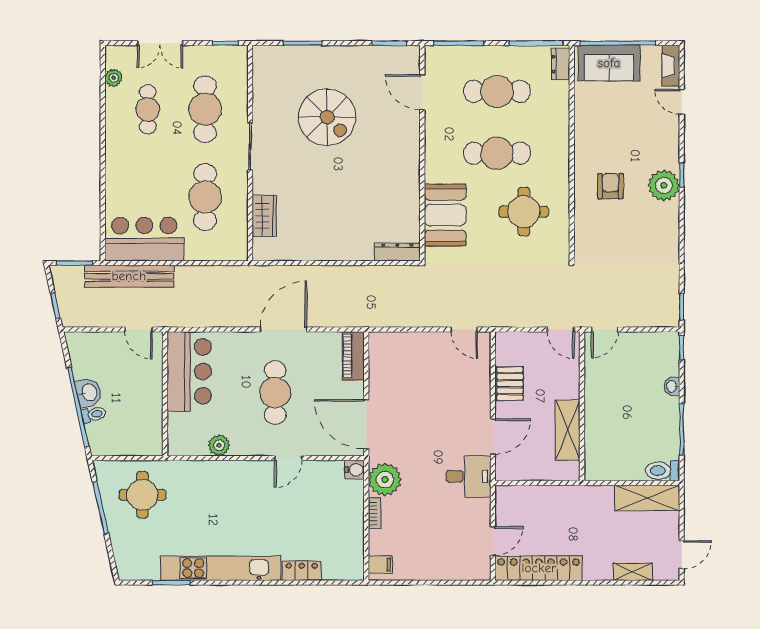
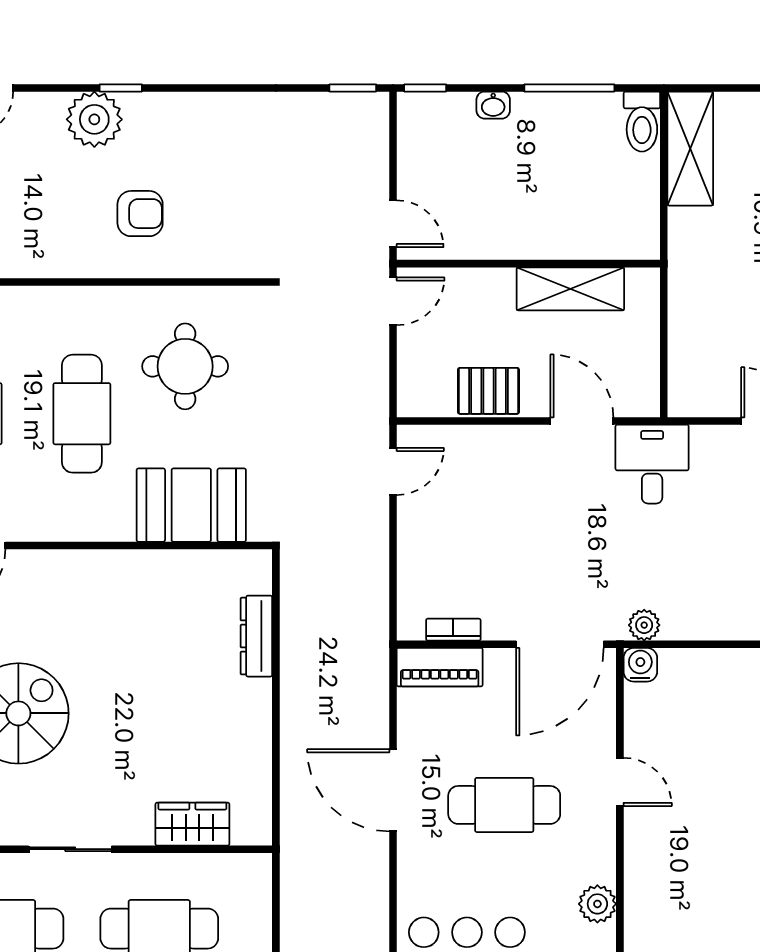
plant: (664, 185) -> (94, 119), moved
armchair: (610, 186) -> (140, 214), turned 180
dresser: (397, 252) -> (256, 636), moved
plant: (385, 480) -> (644, 625), width x0.53, depth x0.53
bookcase: (375, 513) -> (453, 630), moved

